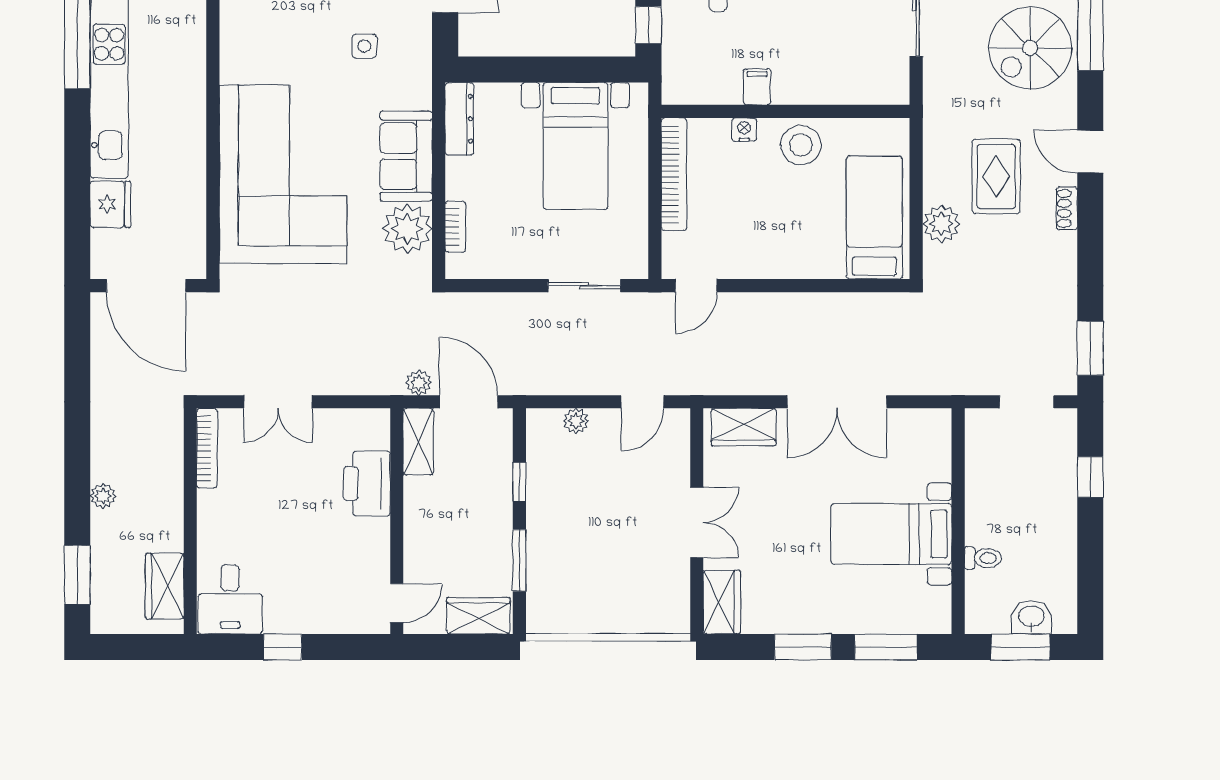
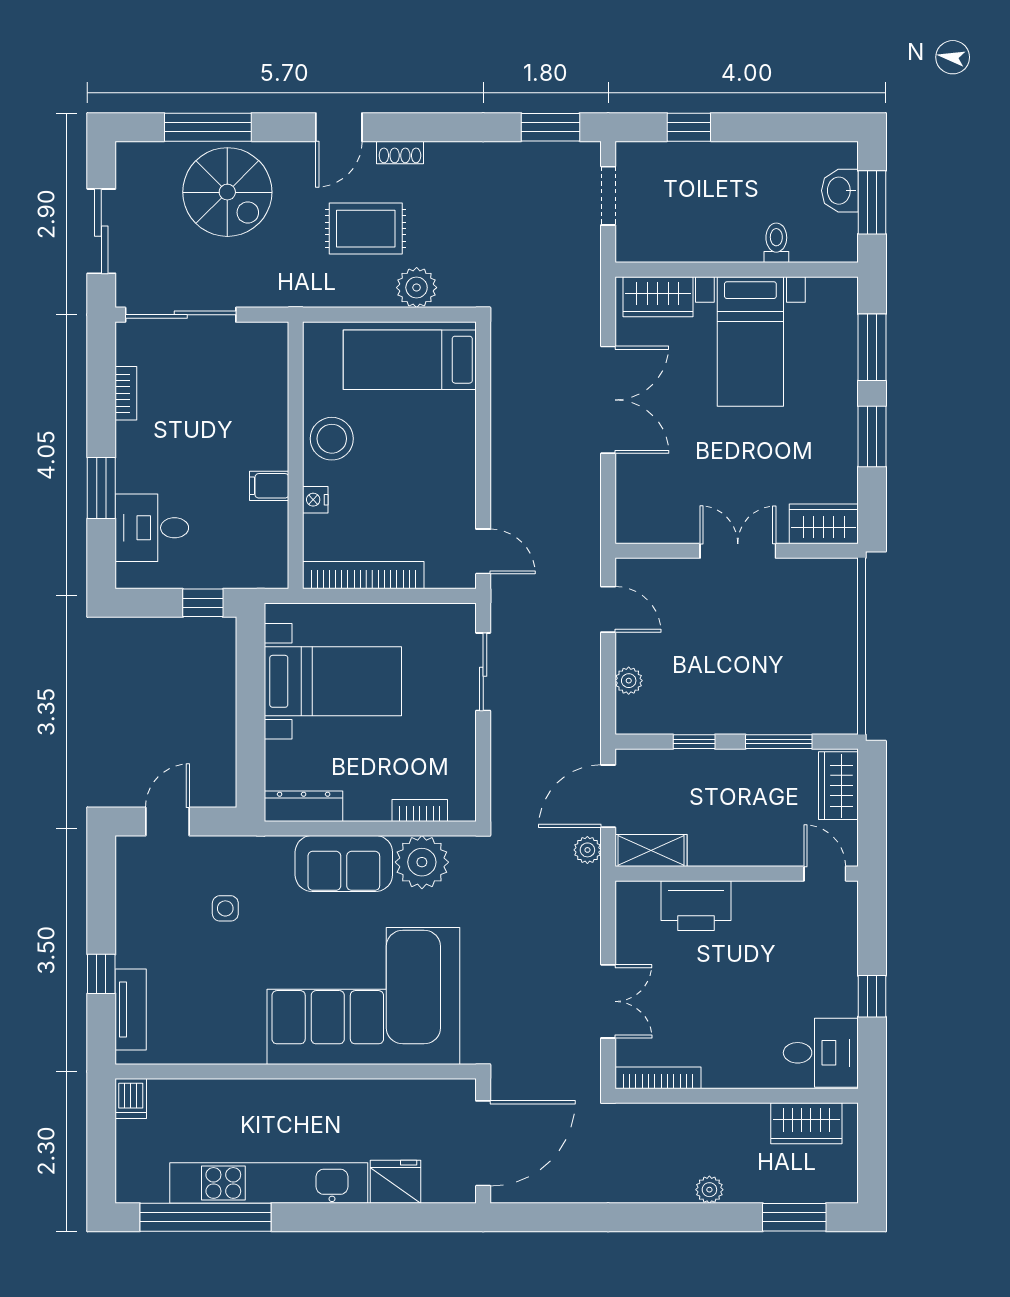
wardrobe: (744, 427) -> (658, 297), moved, turned 90

